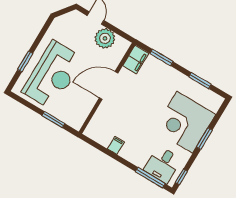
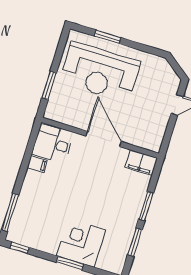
plant: (105, 38) -> (156, 121), removed
window: (162, 58) -> (146, 206), moved
corner desk: (185, 122) -> (81, 243), width x0.74, depth x0.74
desk: (163, 165) -> (53, 144), moved

